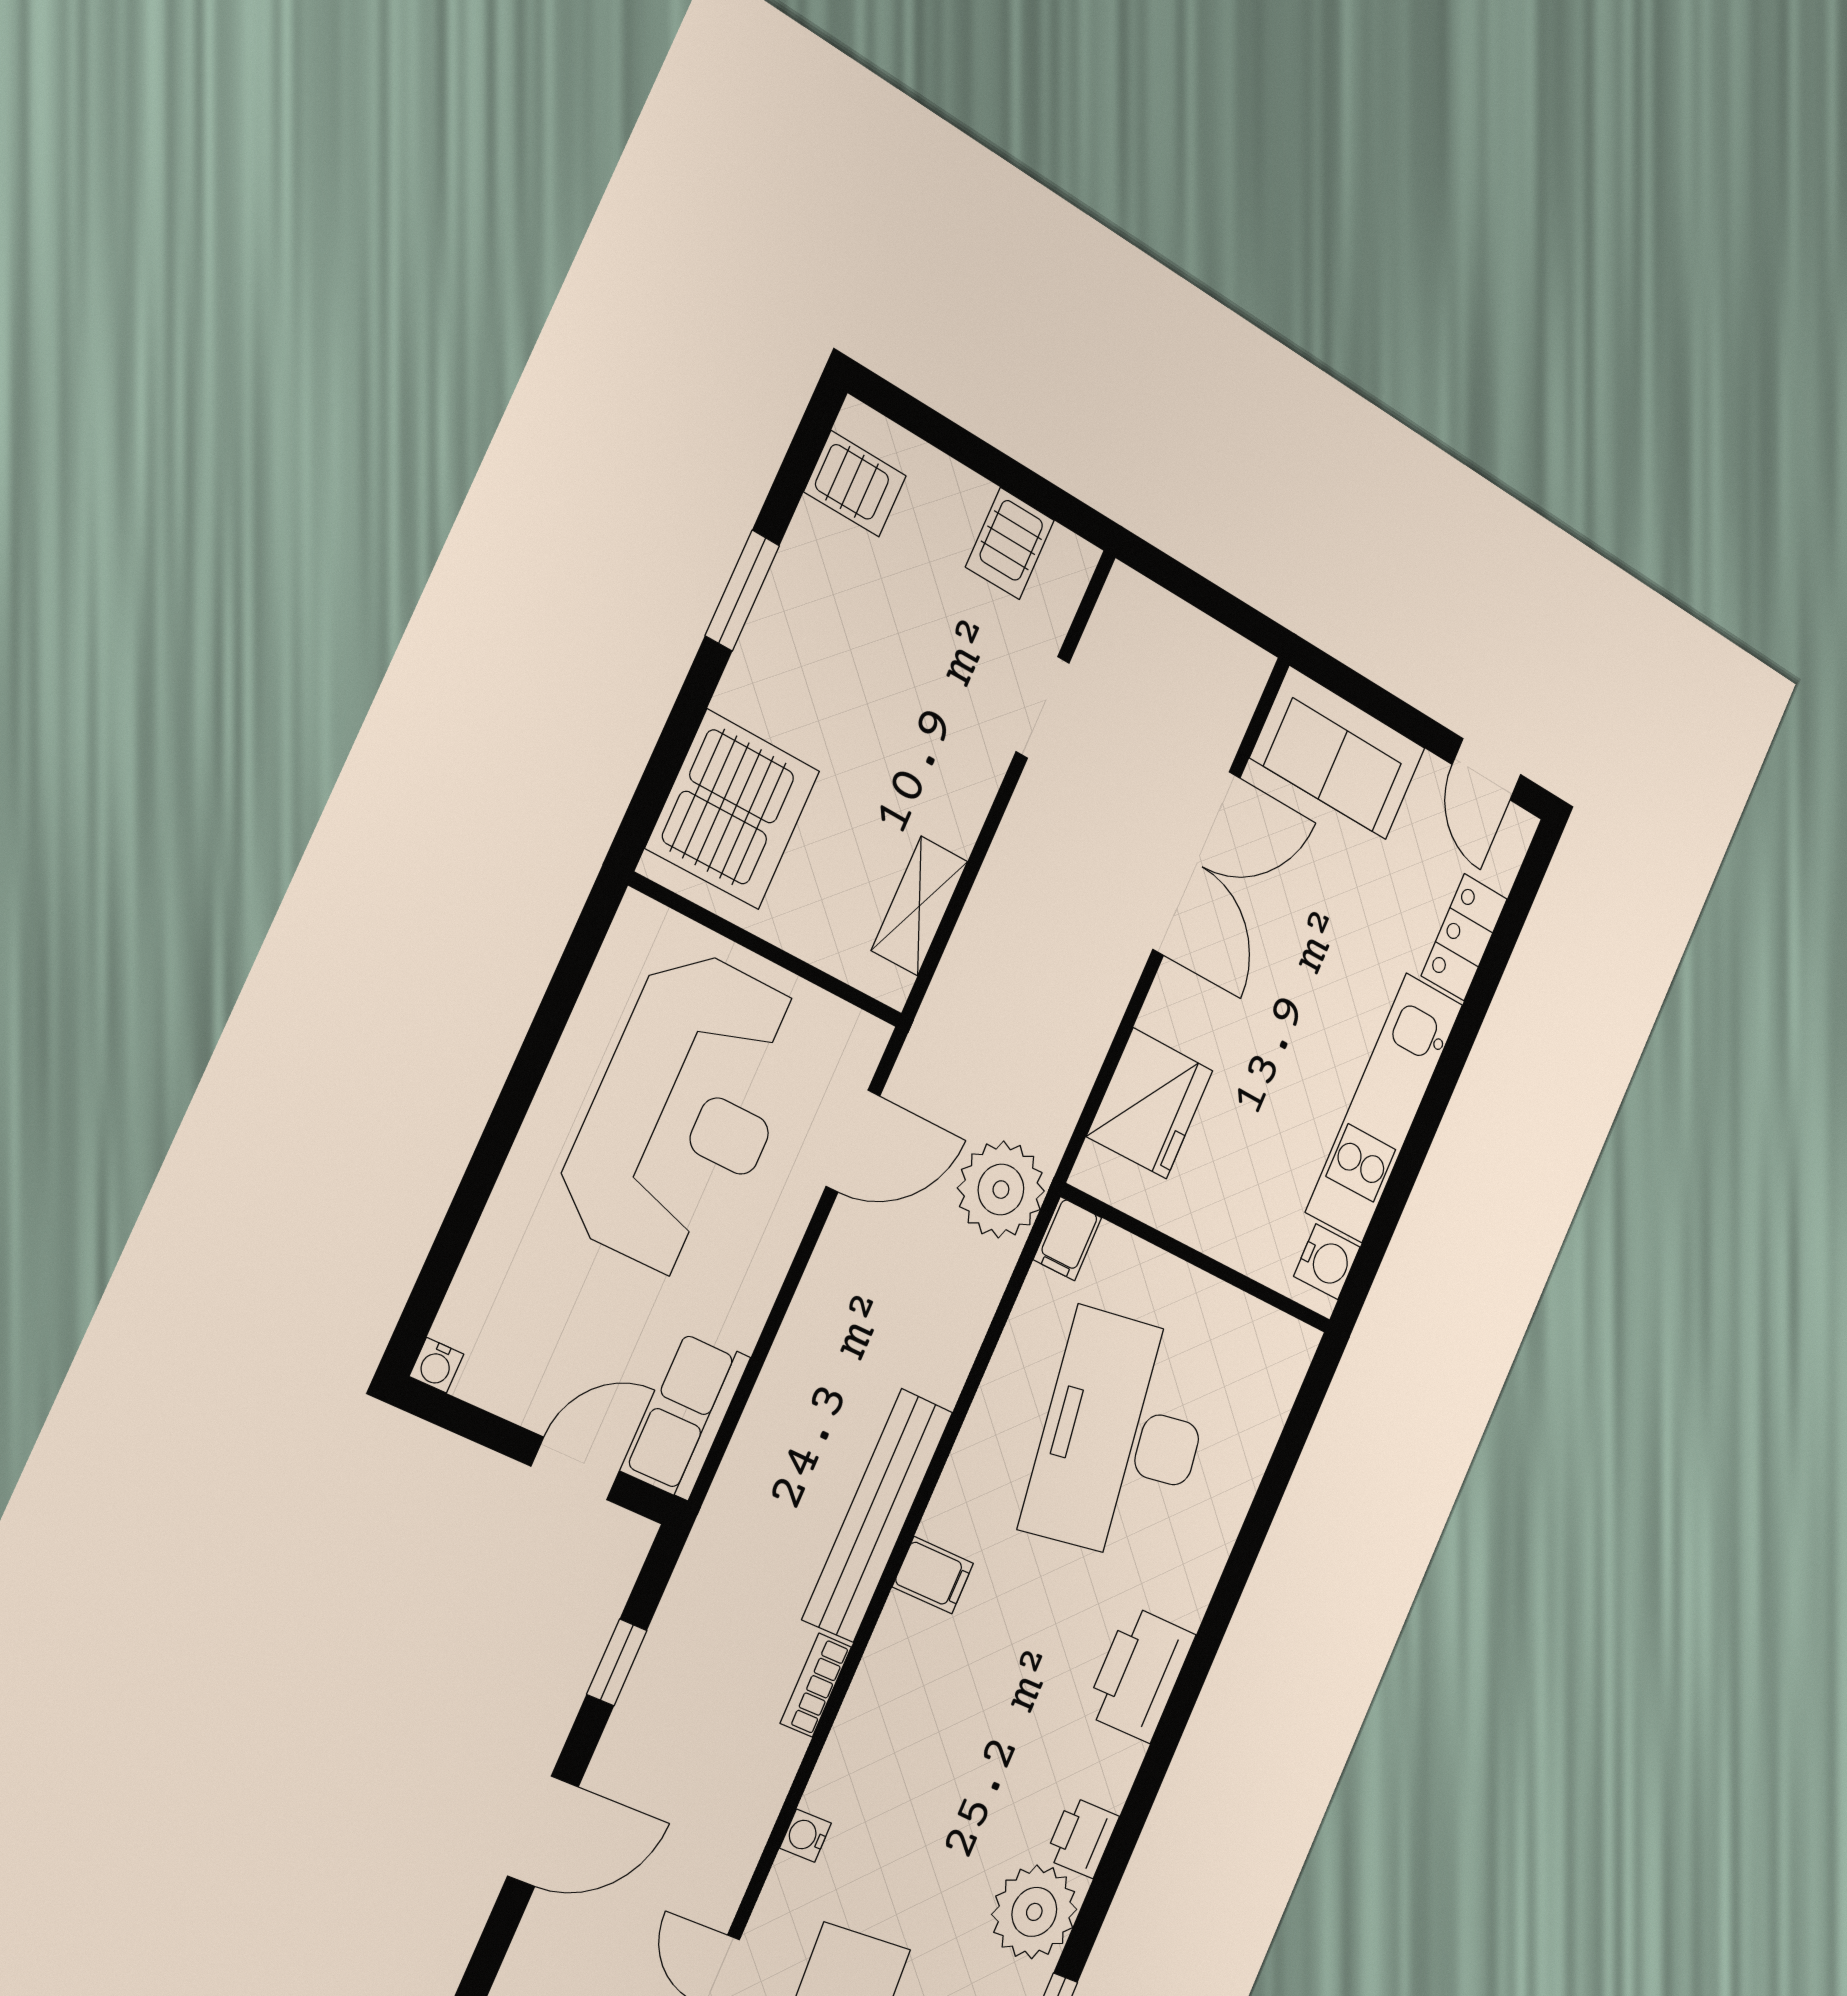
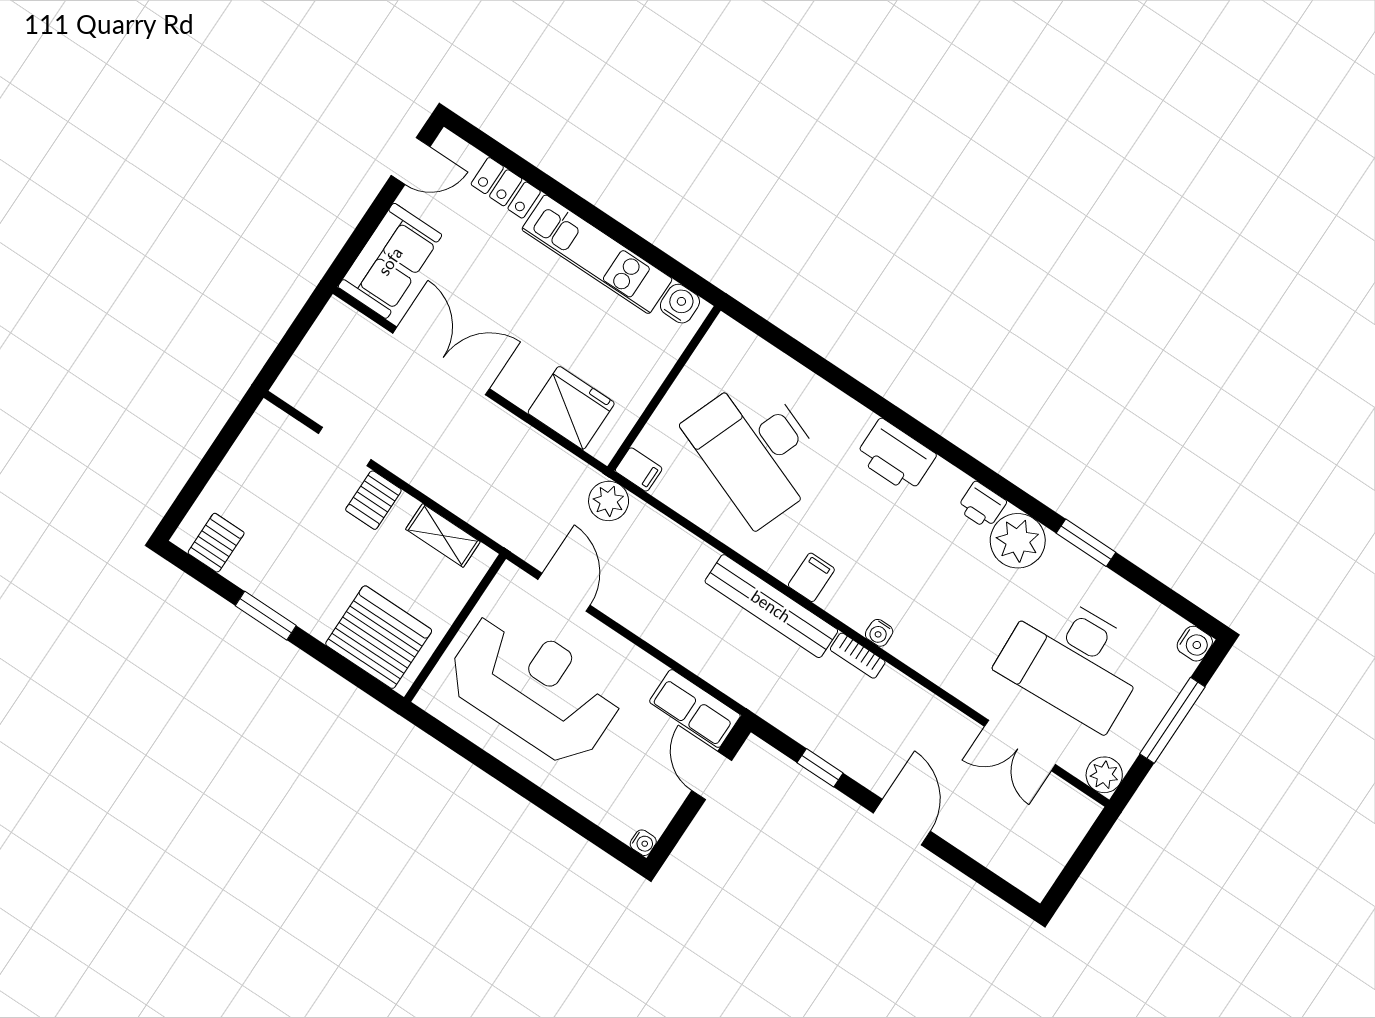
server rack: (1010, 544) -> (374, 500), moved, turned 90
plant: (1001, 1190) -> (609, 501), width x0.73, depth x0.73
desk: (1122, 1437) -> (757, 450), turned 30
water cooler: (805, 1836) -> (879, 633), moved

